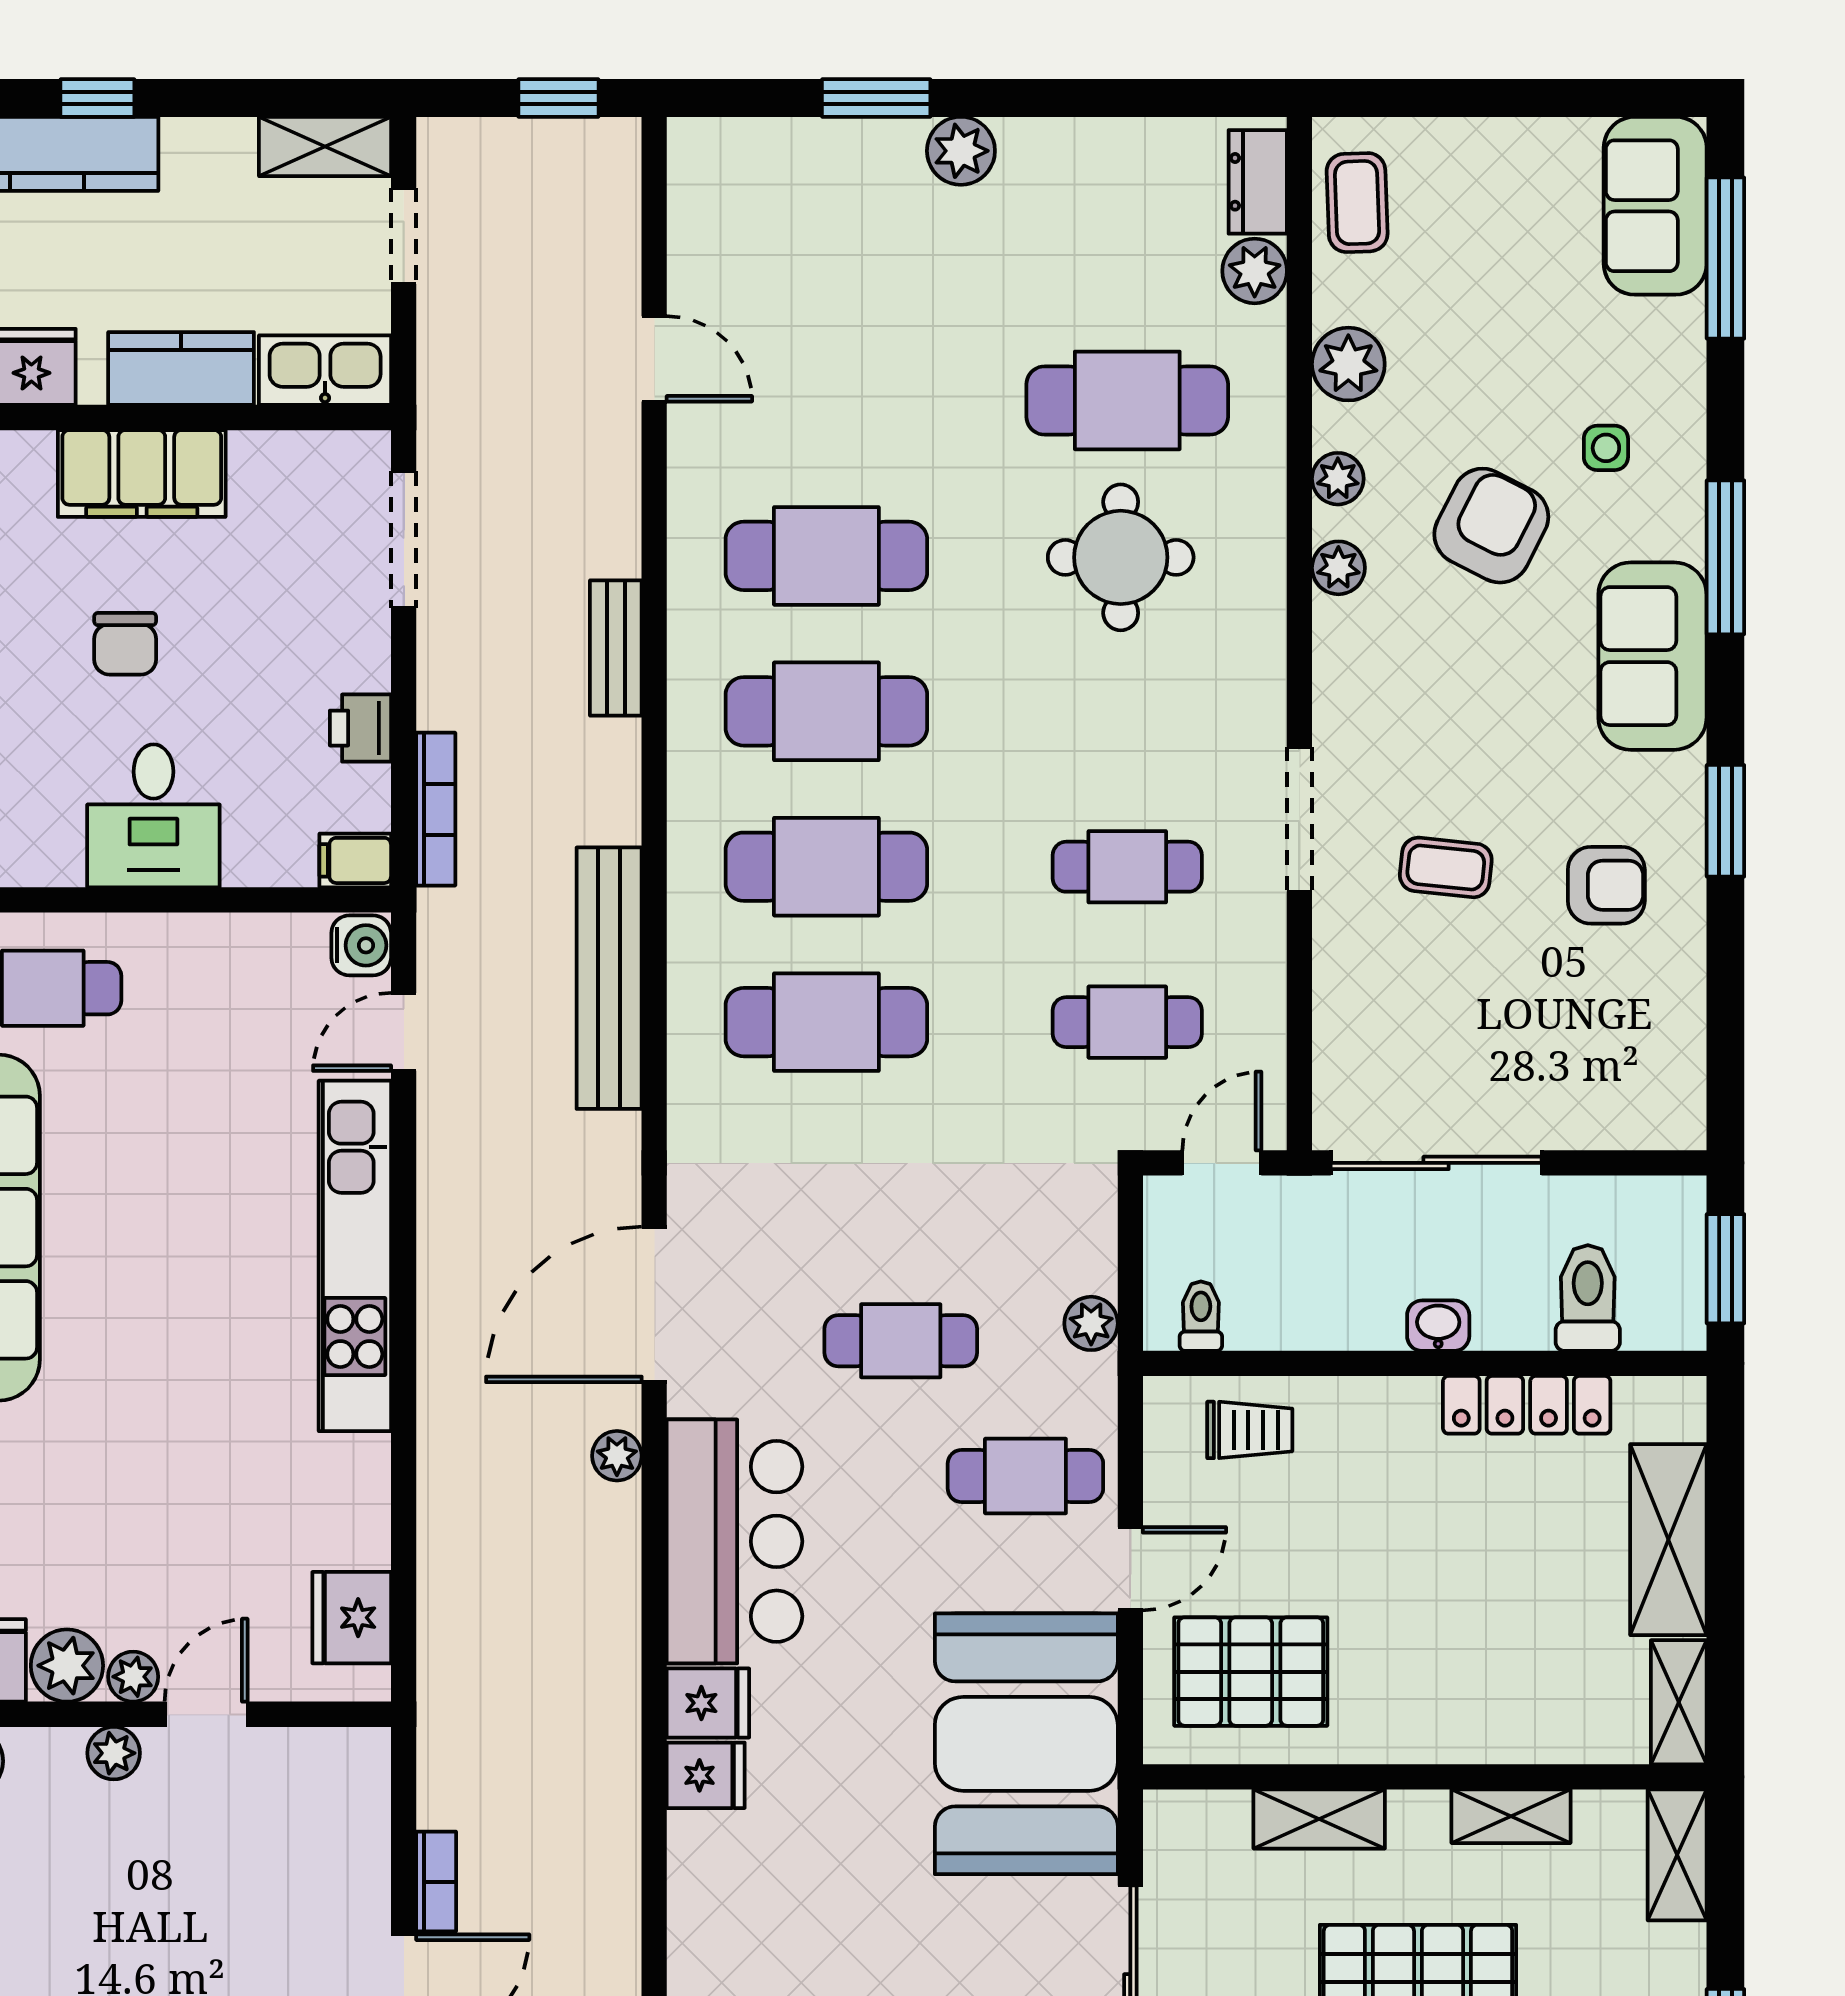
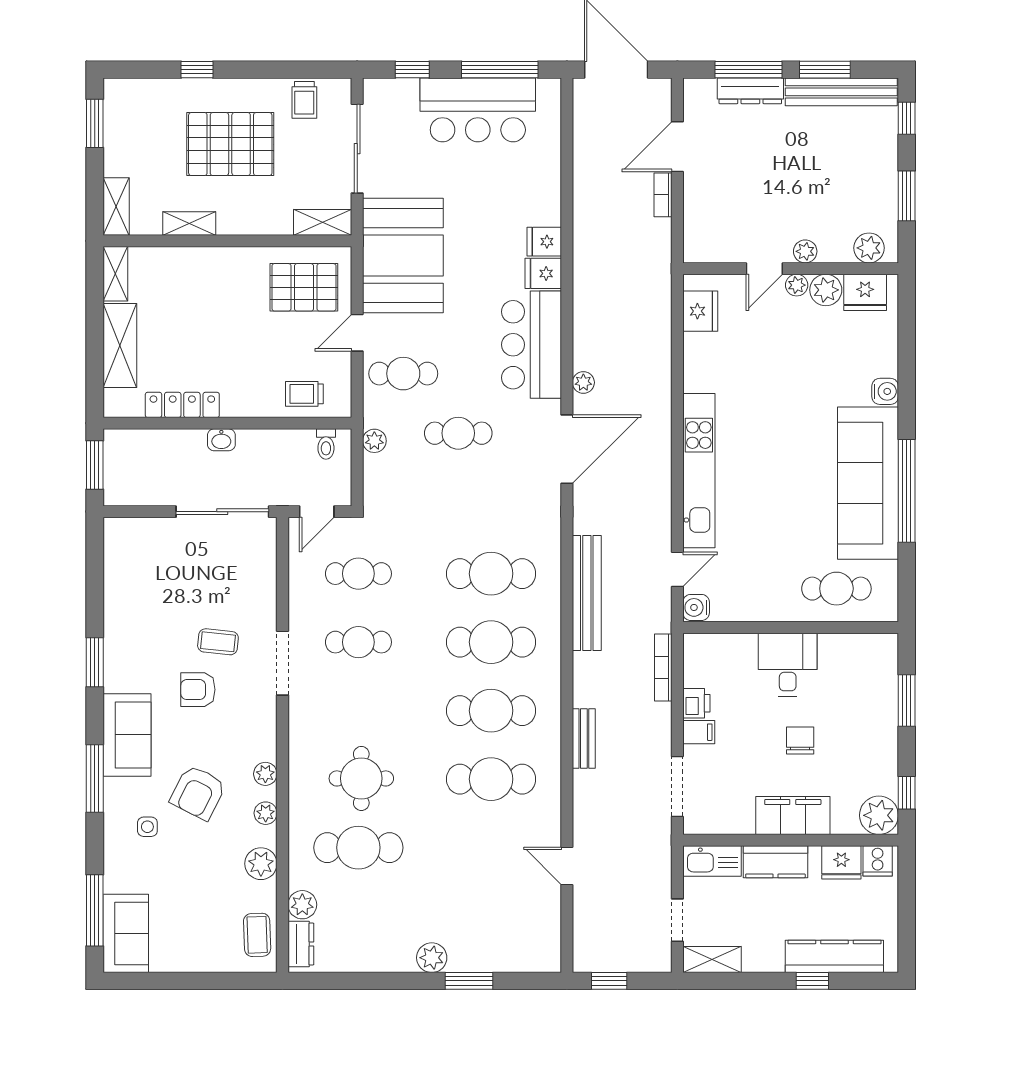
filing cabinet: (355, 860) -> (699, 732), moved
armchair: (1606, 885) -> (198, 690), moved
toilet: (1588, 1298) -> (155, 452), removed
shelving: (1319, 1819) -> (323, 222), moved

